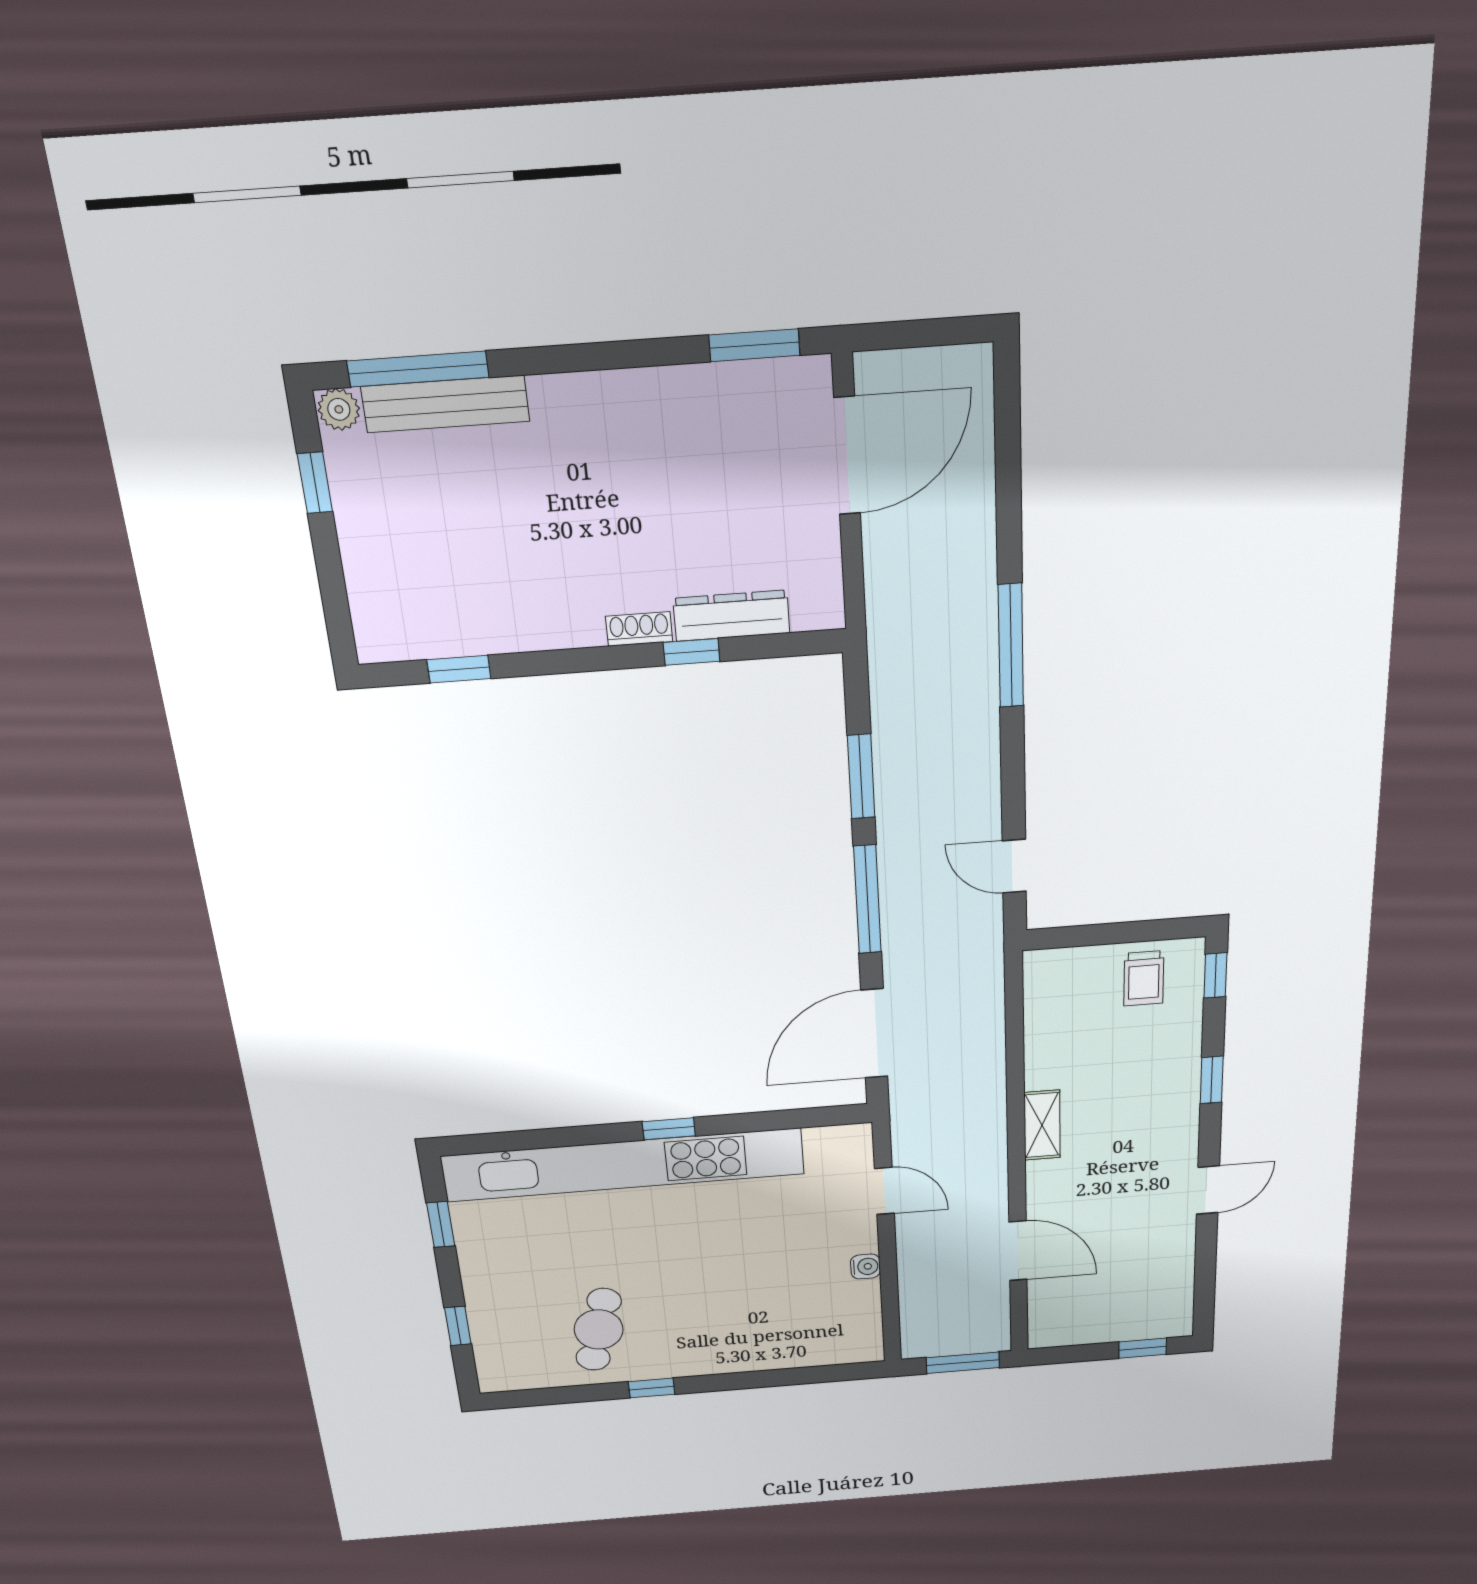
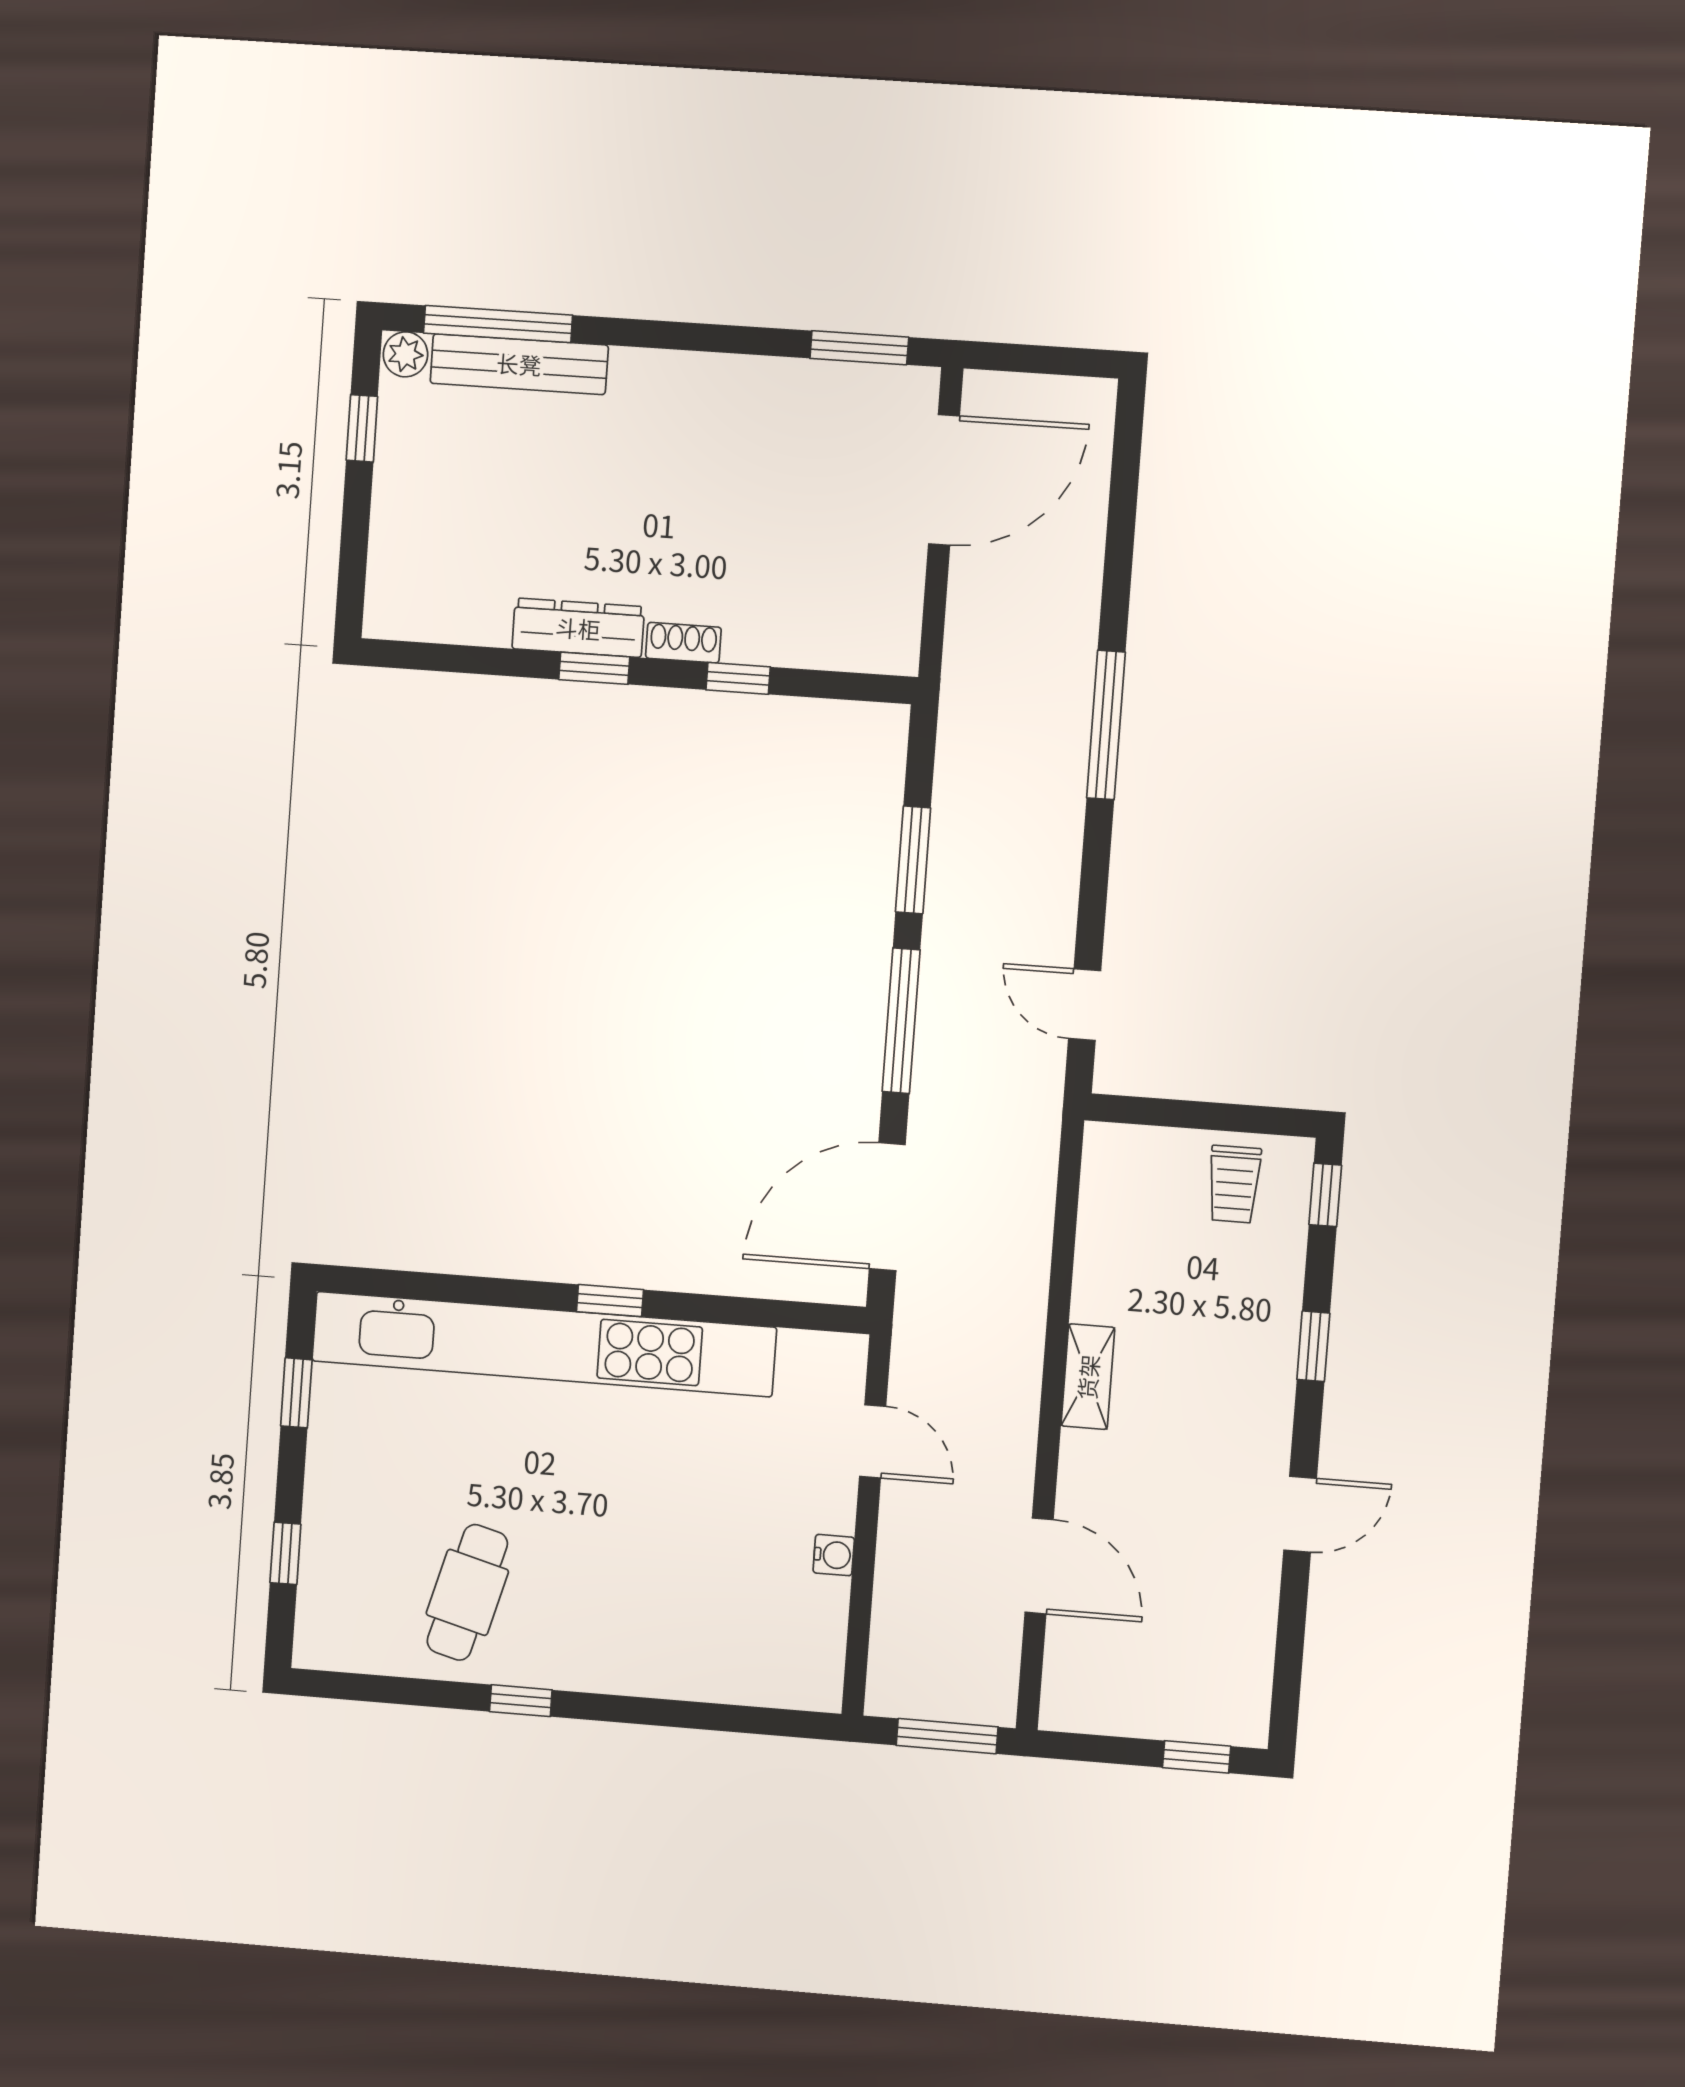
dresser: (731, 616) -> (578, 628), moved
window: (459, 669) -> (594, 668), moved

